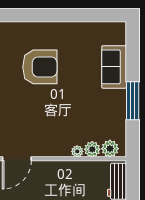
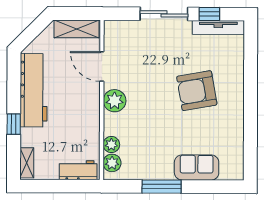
armchair: (40, 67) -> (197, 91), turned 80
plant: (77, 151) -> (115, 101), moved, width x1.87, depth x1.87

